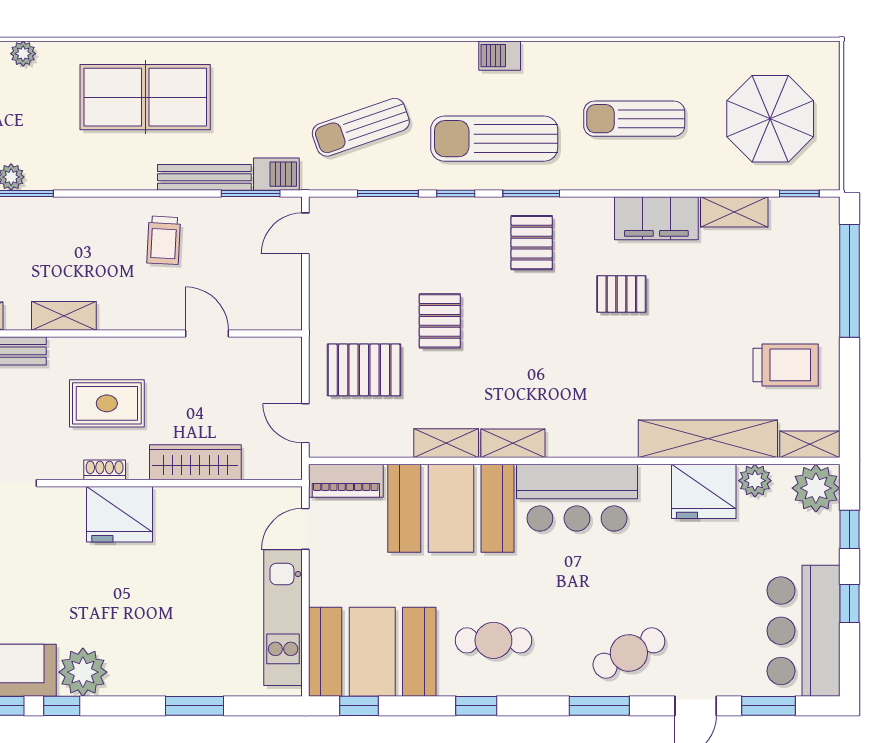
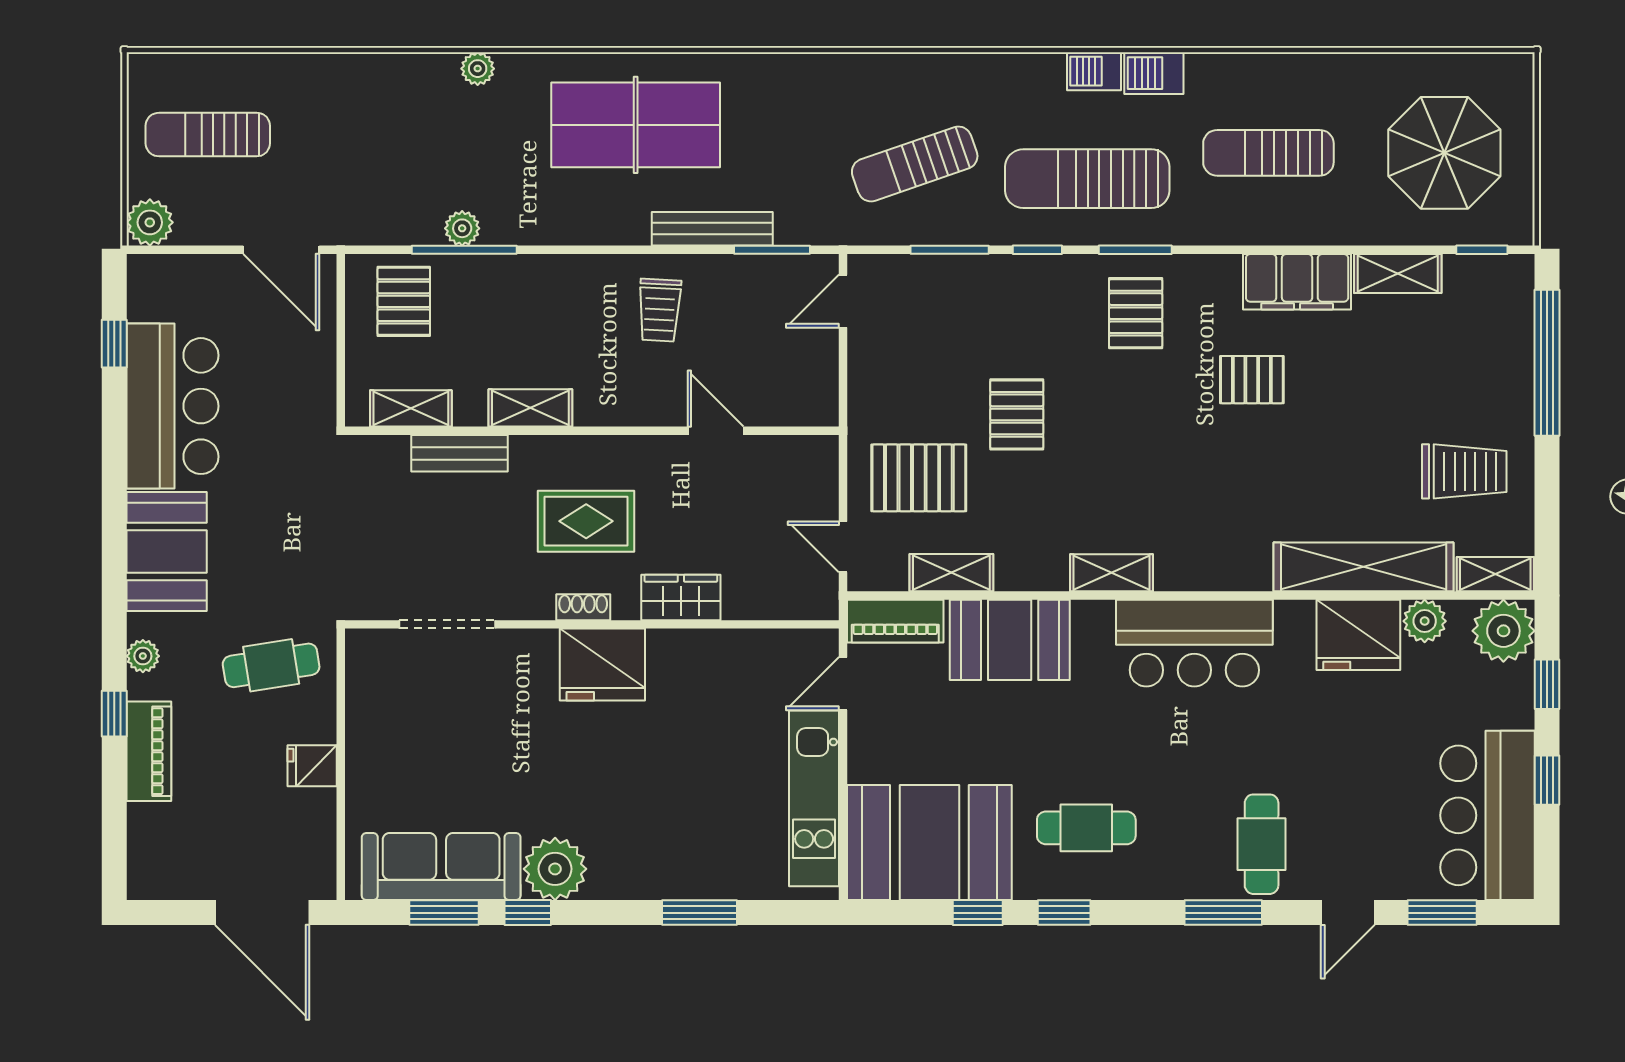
barbecue: (276, 174) -> (1154, 73), moved, turned 180
shelving: (446, 443) -> (951, 573), moved
wardrobe: (195, 462) -> (681, 597), width x0.67
booth: (451, 508) -> (1010, 640), width x0.73, depth x0.70
cafe table: (629, 653) -> (1262, 844), turned -62
window: (359, 706) -> (978, 913), moved

